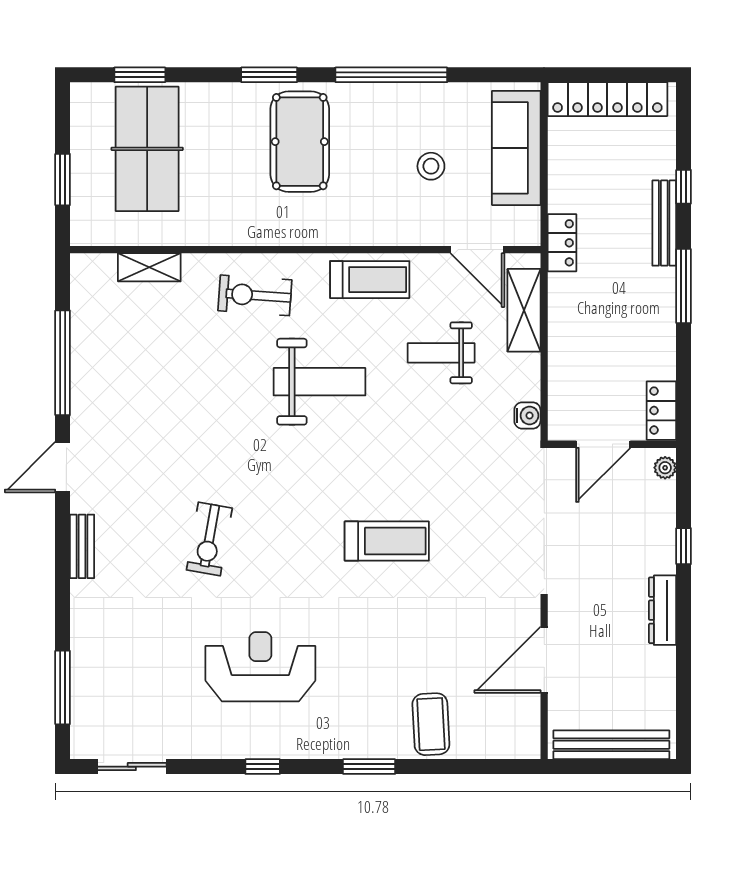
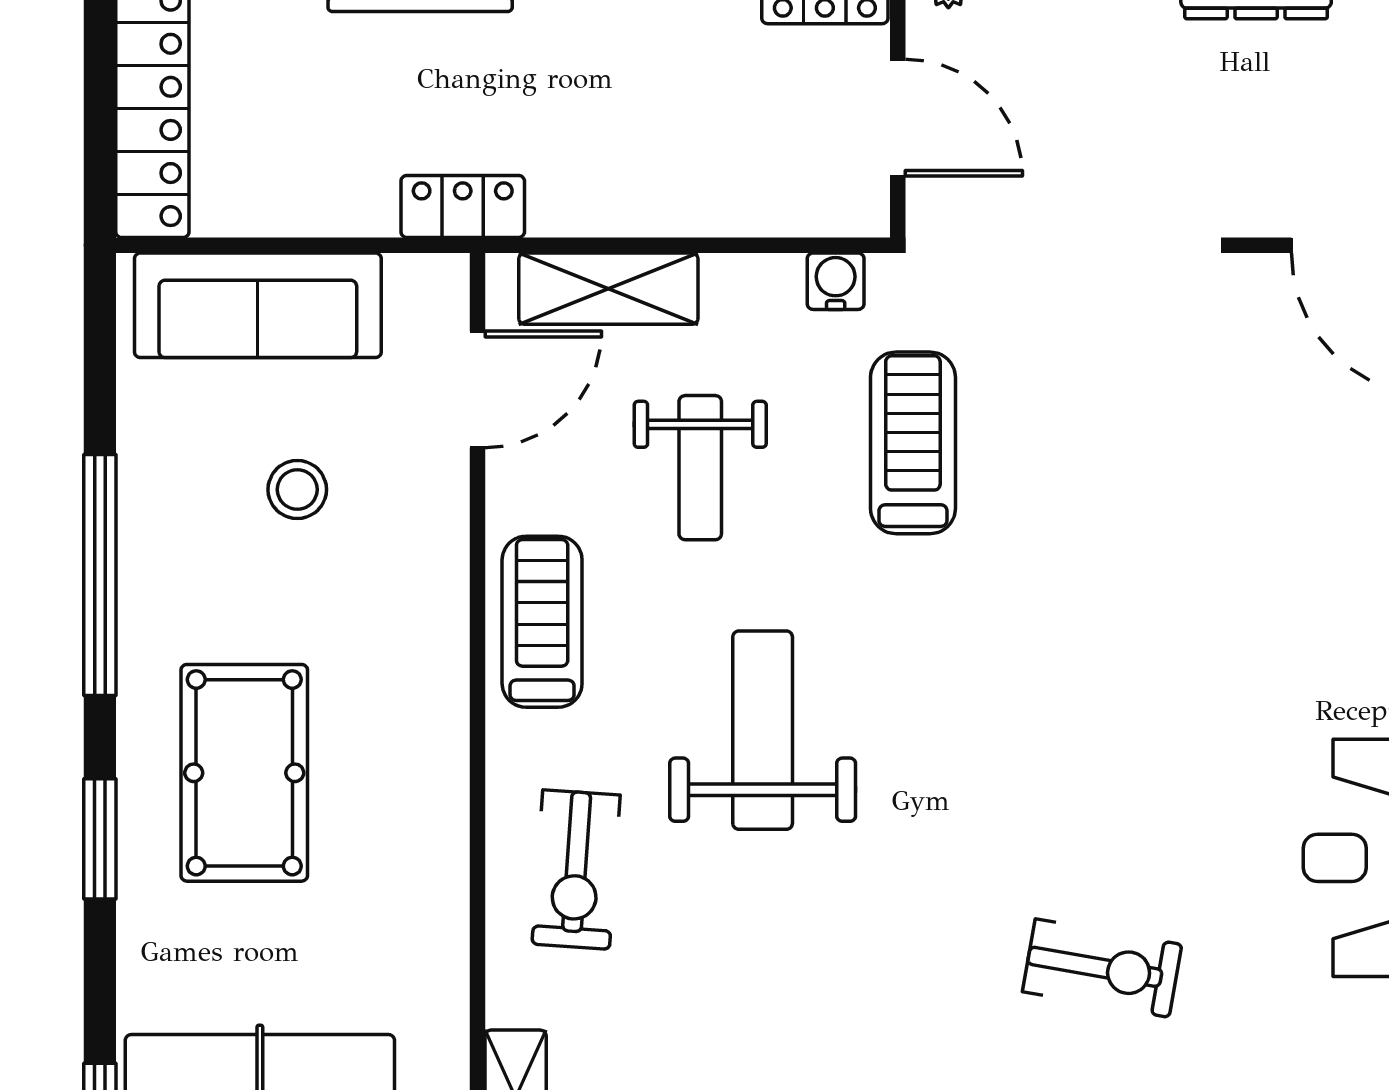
pool table: (300, 142) -> (244, 773), turned 90
treadmill: (387, 541) -> (913, 443), moved

